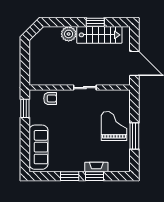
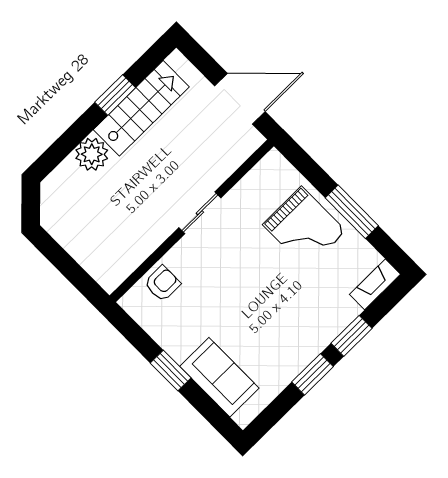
window: (25, 108) -> (171, 370), moved
grand piano: (114, 126) -> (304, 228), turned 180
sofa: (38, 147) -> (219, 377), width x0.73
fireplace: (96, 167) -> (375, 284), moved

